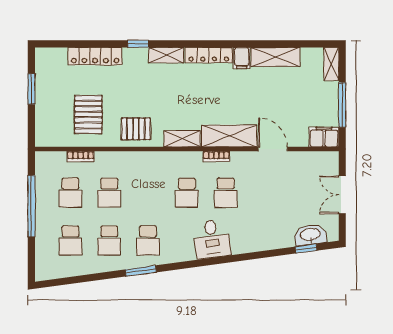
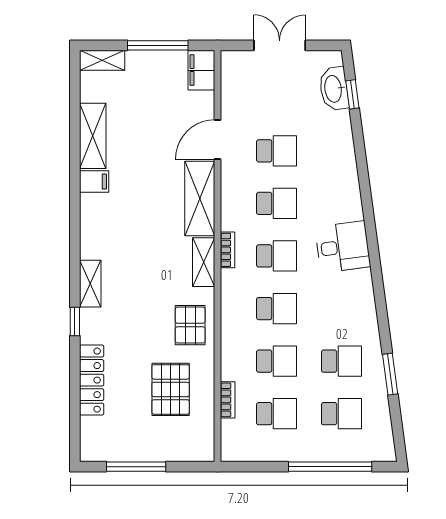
locker: (209, 55) -> (90, 226), removed
window: (31, 89) -> (136, 467), width x1.44
pallet: (88, 114) -> (171, 389), turned 90
bookcase: (216, 156) -> (228, 250), moved
school desk: (264, 193) -> (277, 151), added
double door: (342, 195) -> (280, 45), swing flipped
window: (31, 206) -> (330, 467), moved
desk: (212, 239) -> (343, 247), moved
school desk: (148, 241) -> (277, 309), moved
window: (141, 271) -> (390, 374), moved

